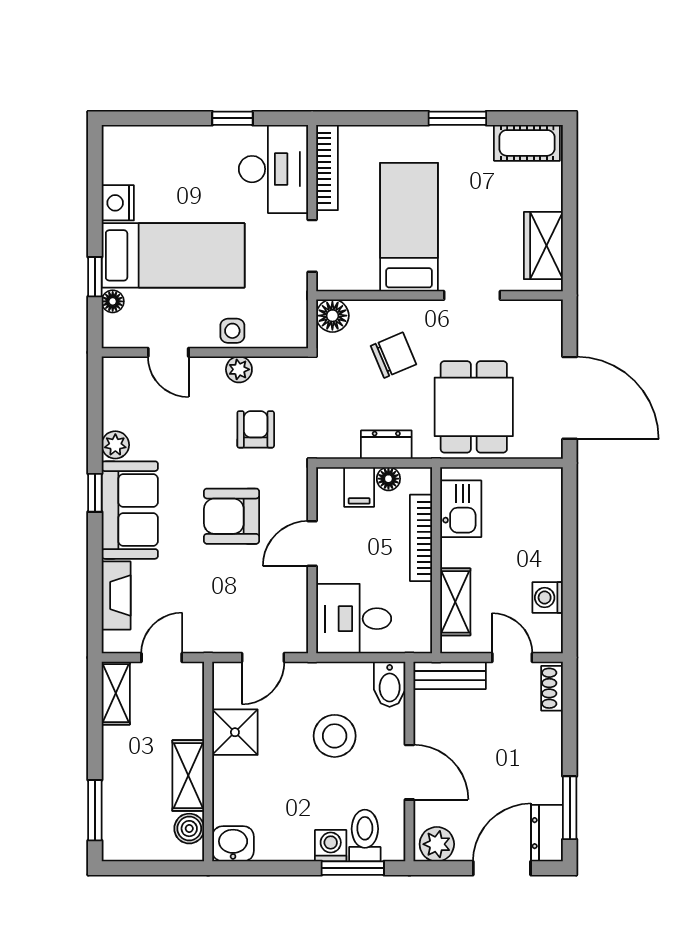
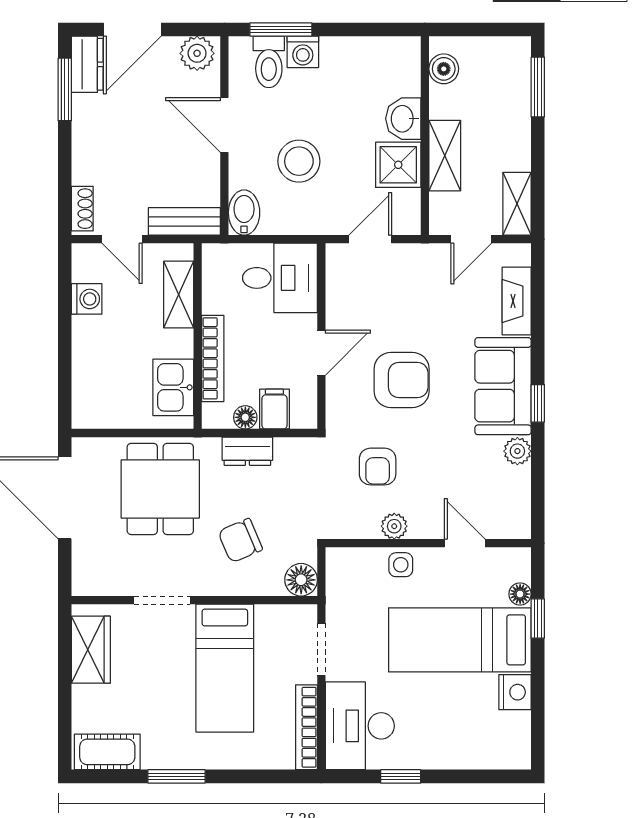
shelving: (188, 776) -> (445, 156), moved
washbasin: (233, 844) -> (403, 119), moved, turned 90

